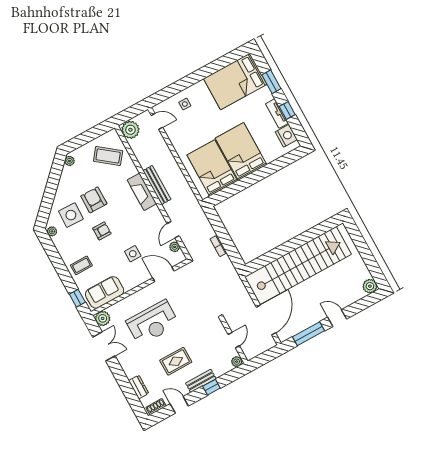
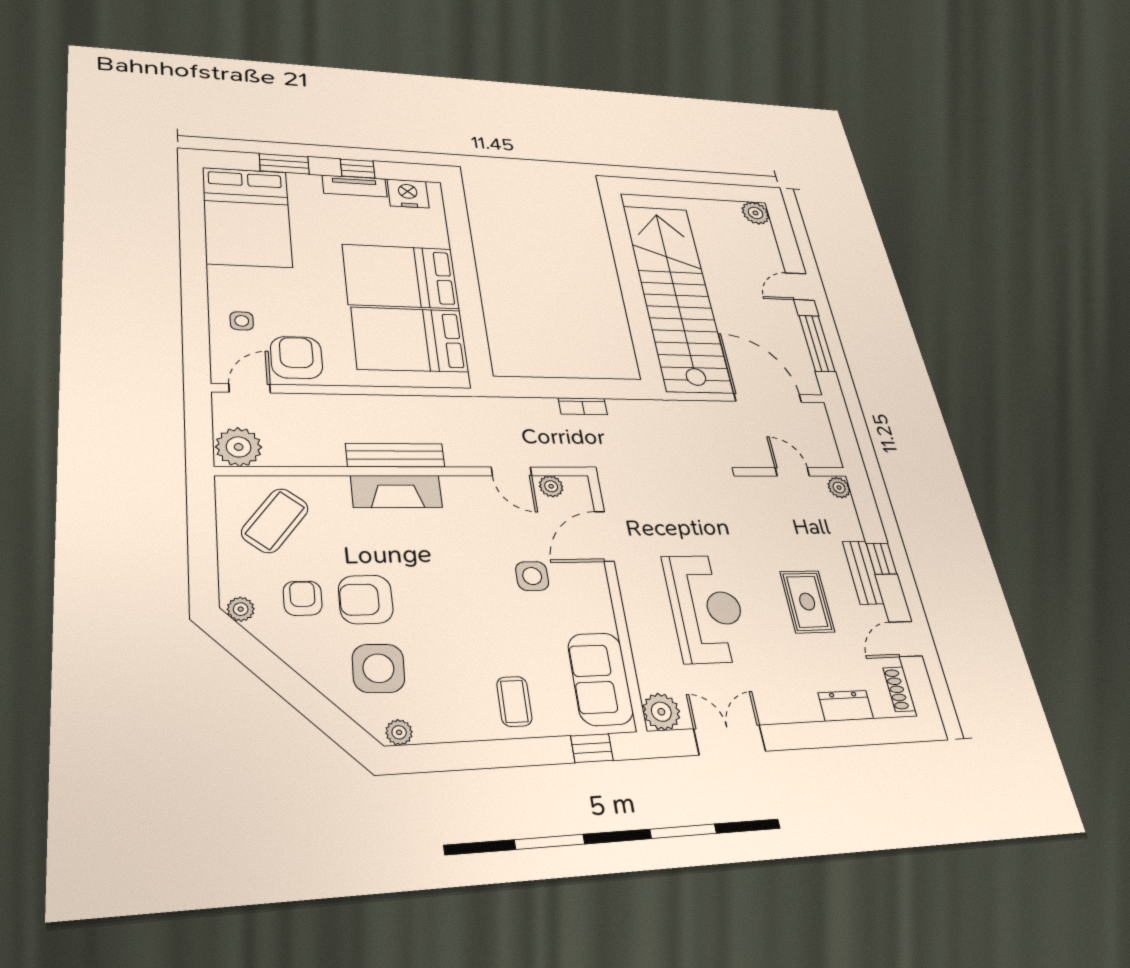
armchair: (180, 131) -> (297, 357), added
armchair: (102, 231) -> (303, 598), moved

